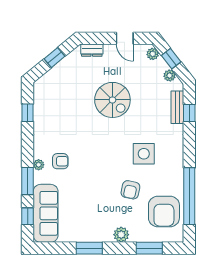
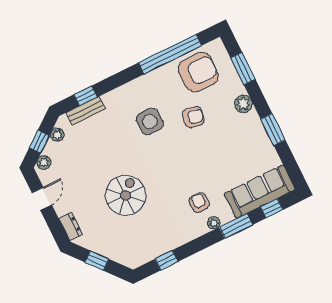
spiral stairs: (112, 100) -> (126, 195), moved

